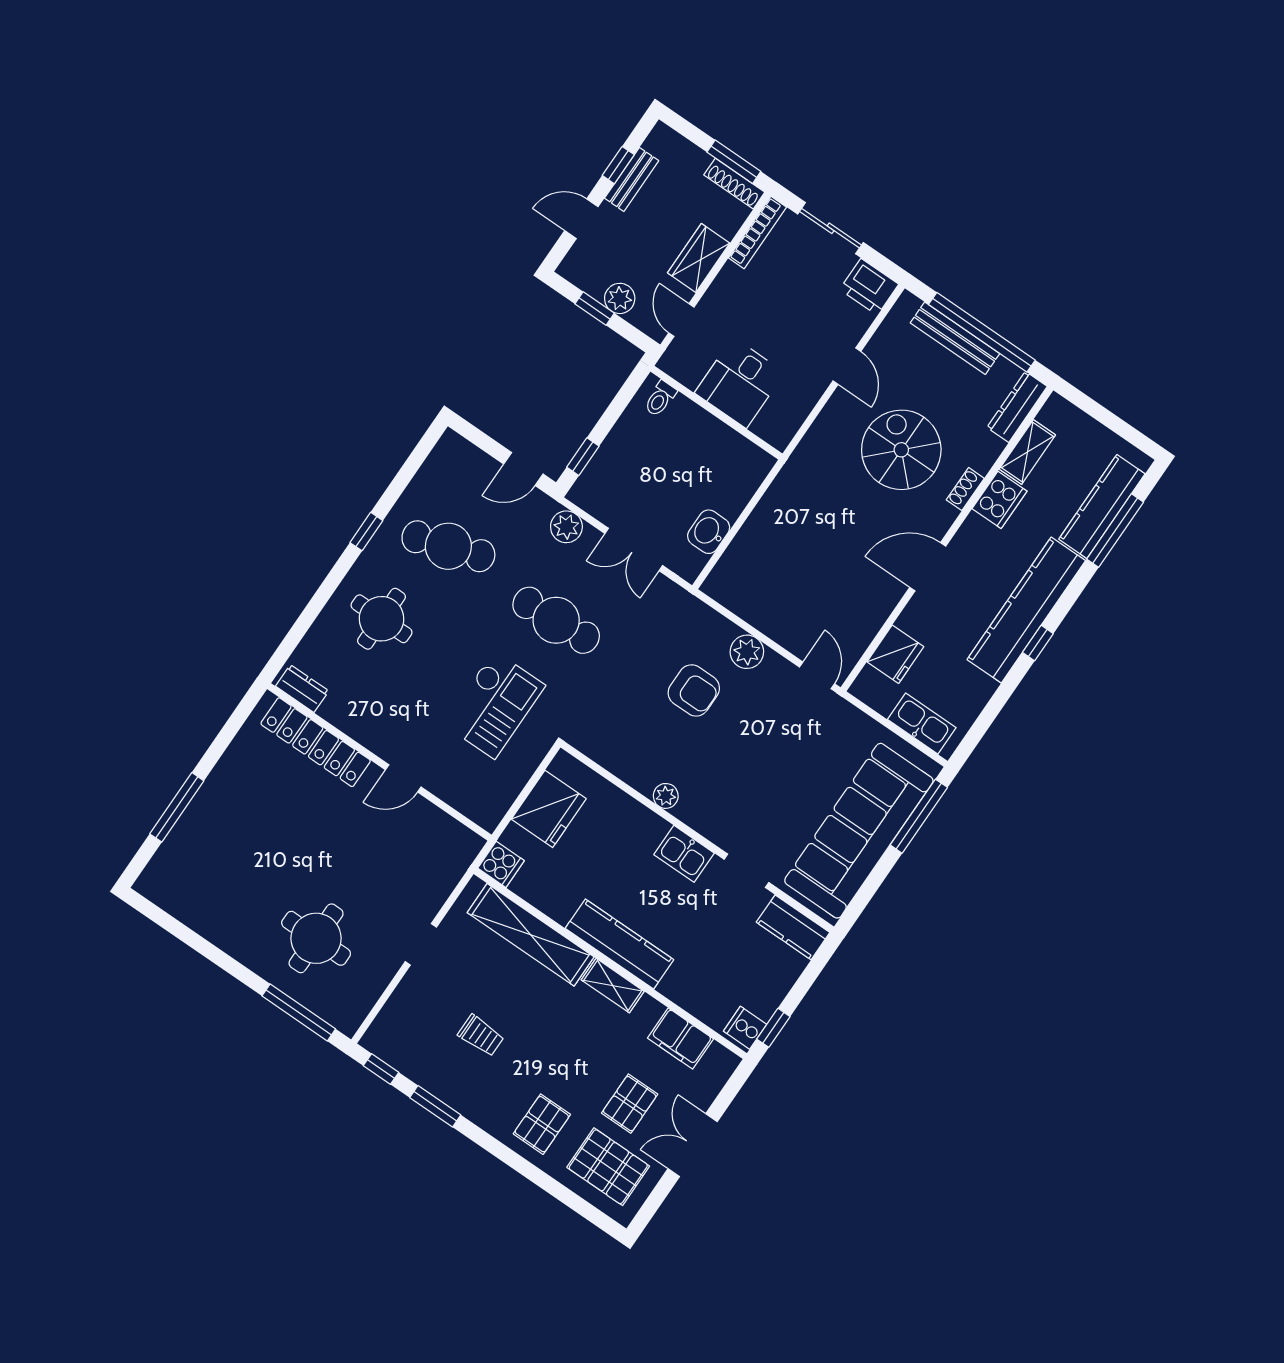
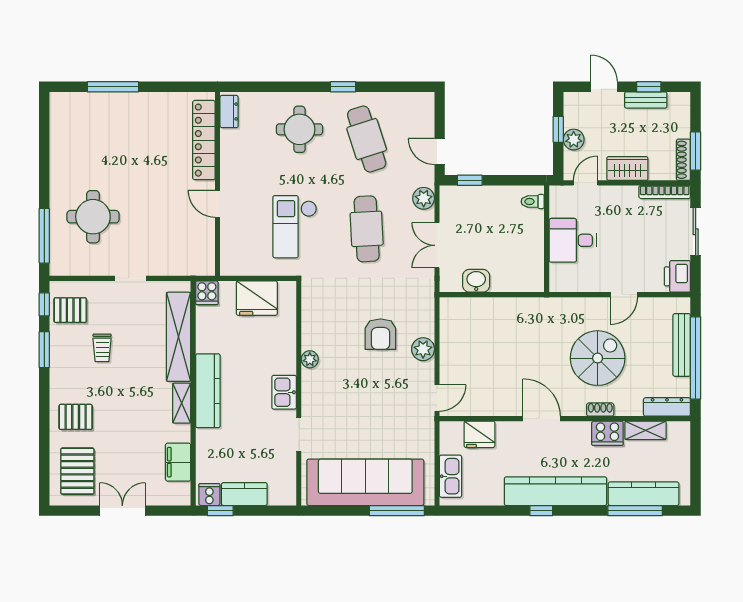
checkout: (494, 705) -> (295, 227), turned 90
kitchen counter: (793, 927) -> (244, 494), moved, turned 90
pallet: (630, 1104) -> (70, 310), moved

